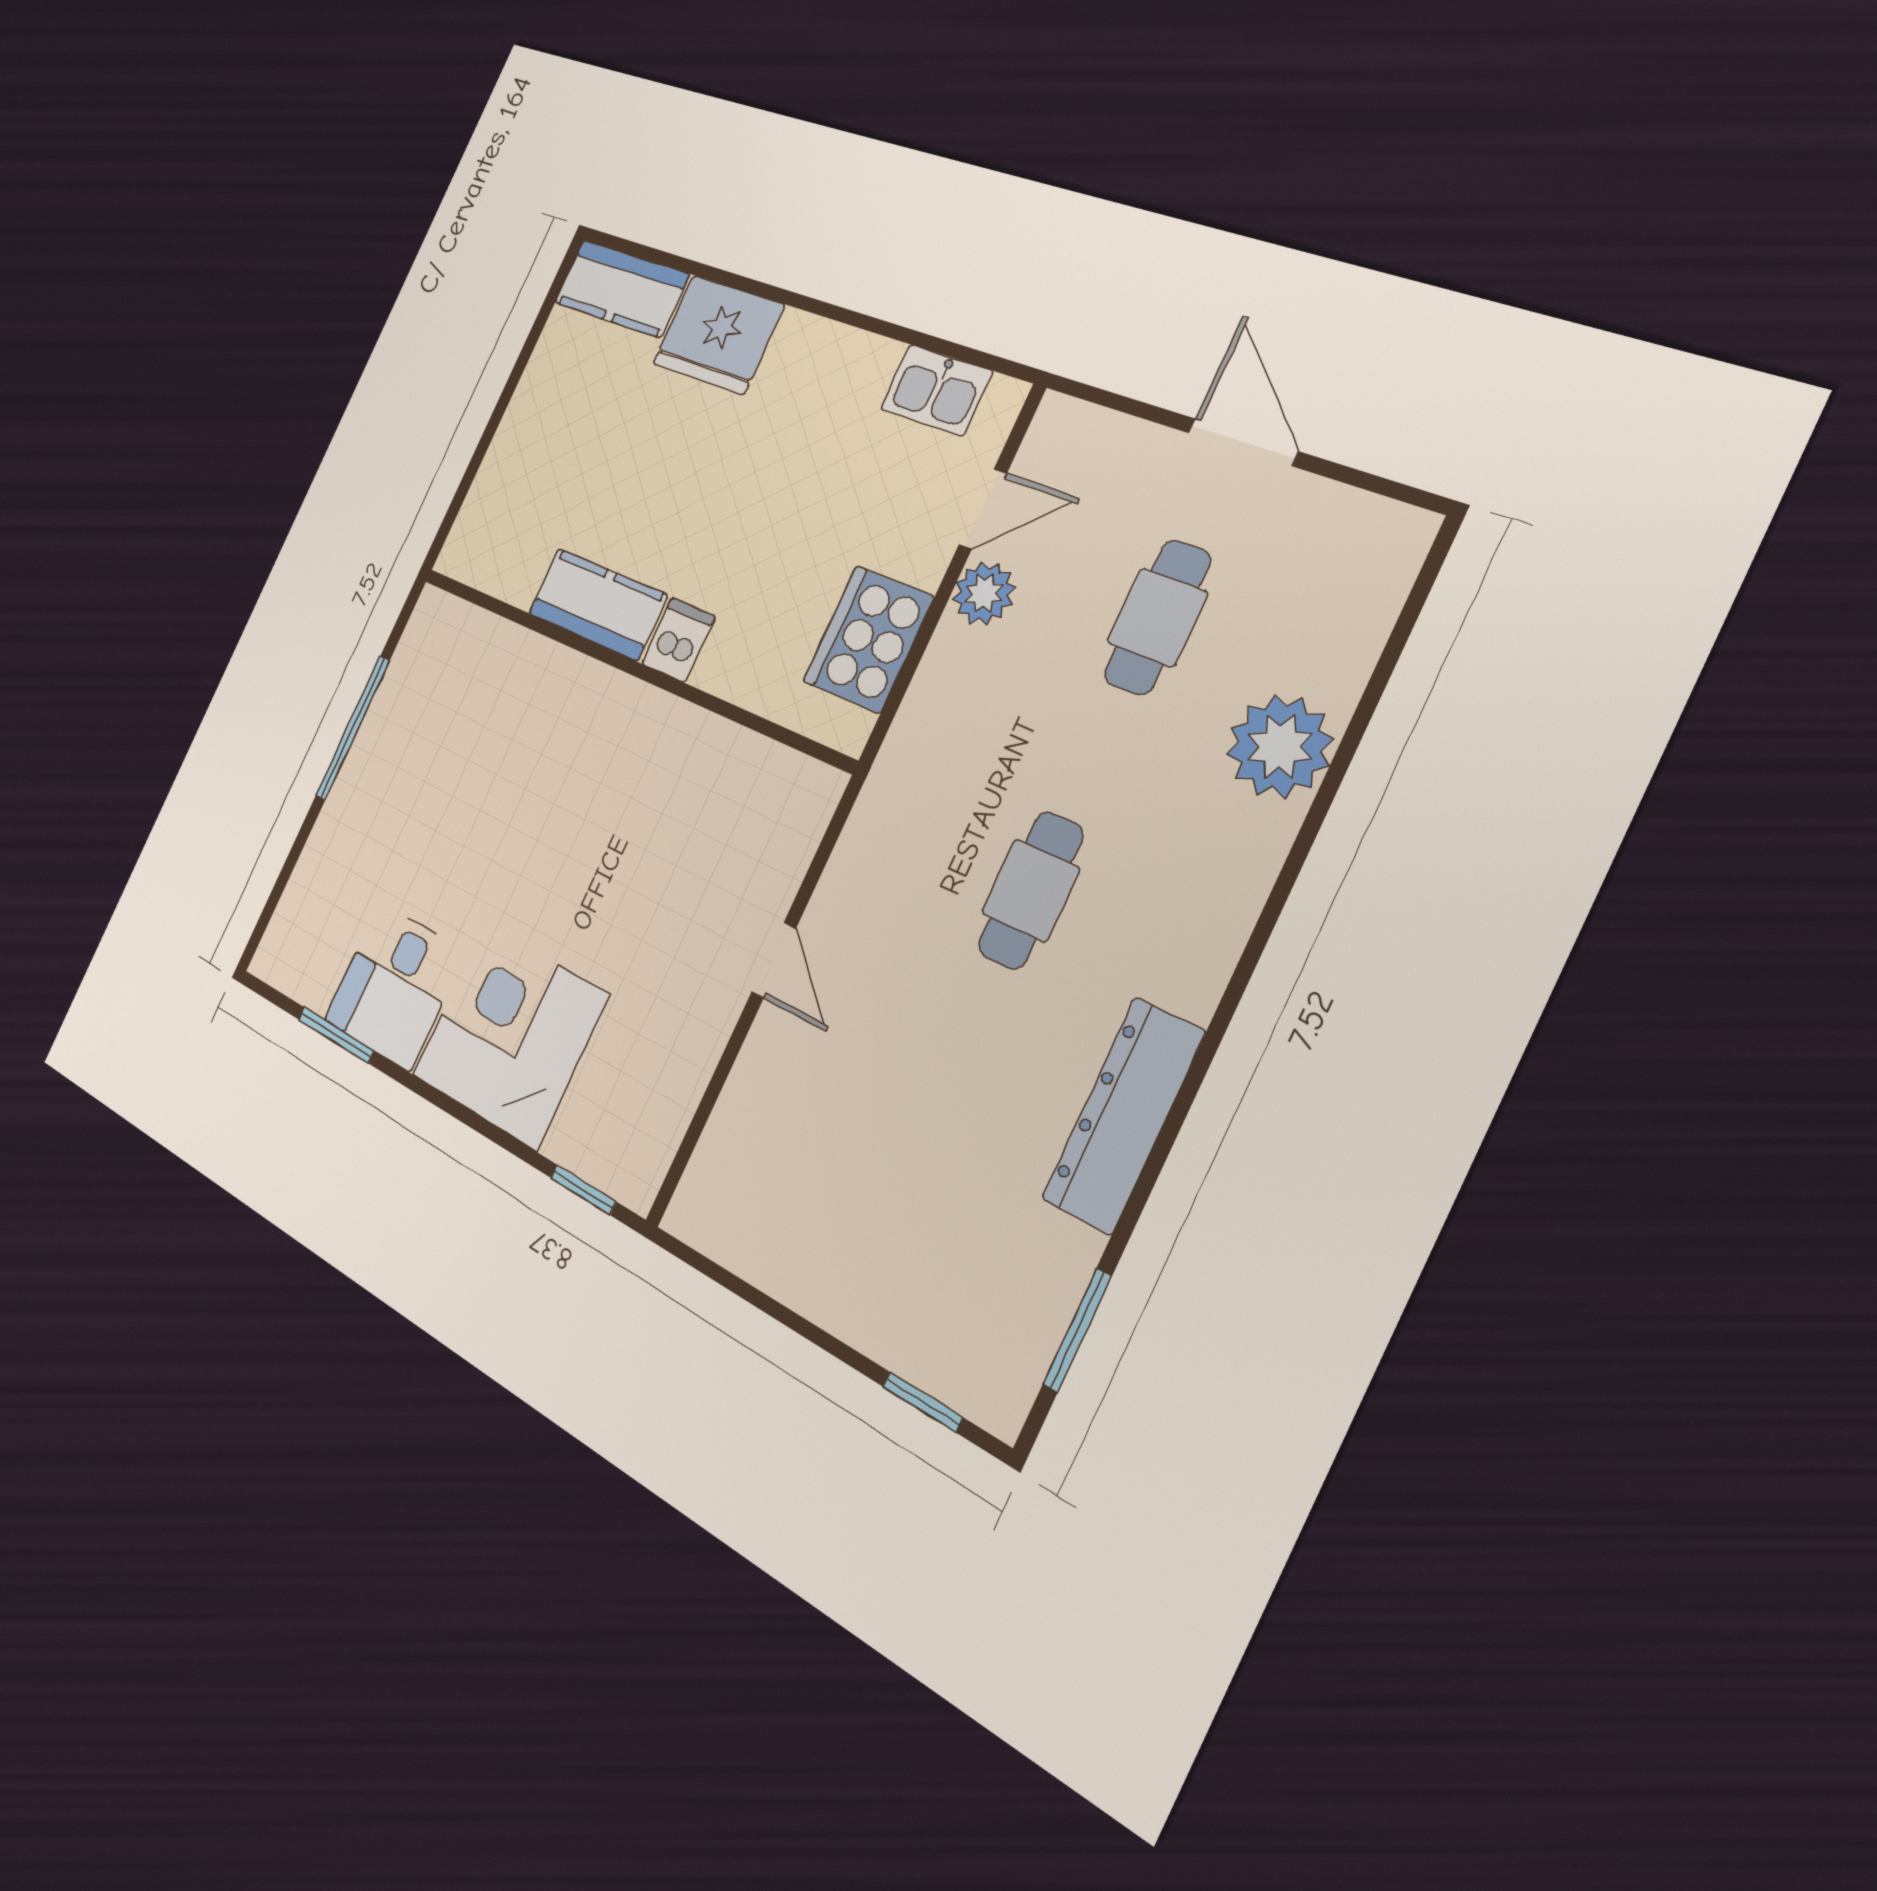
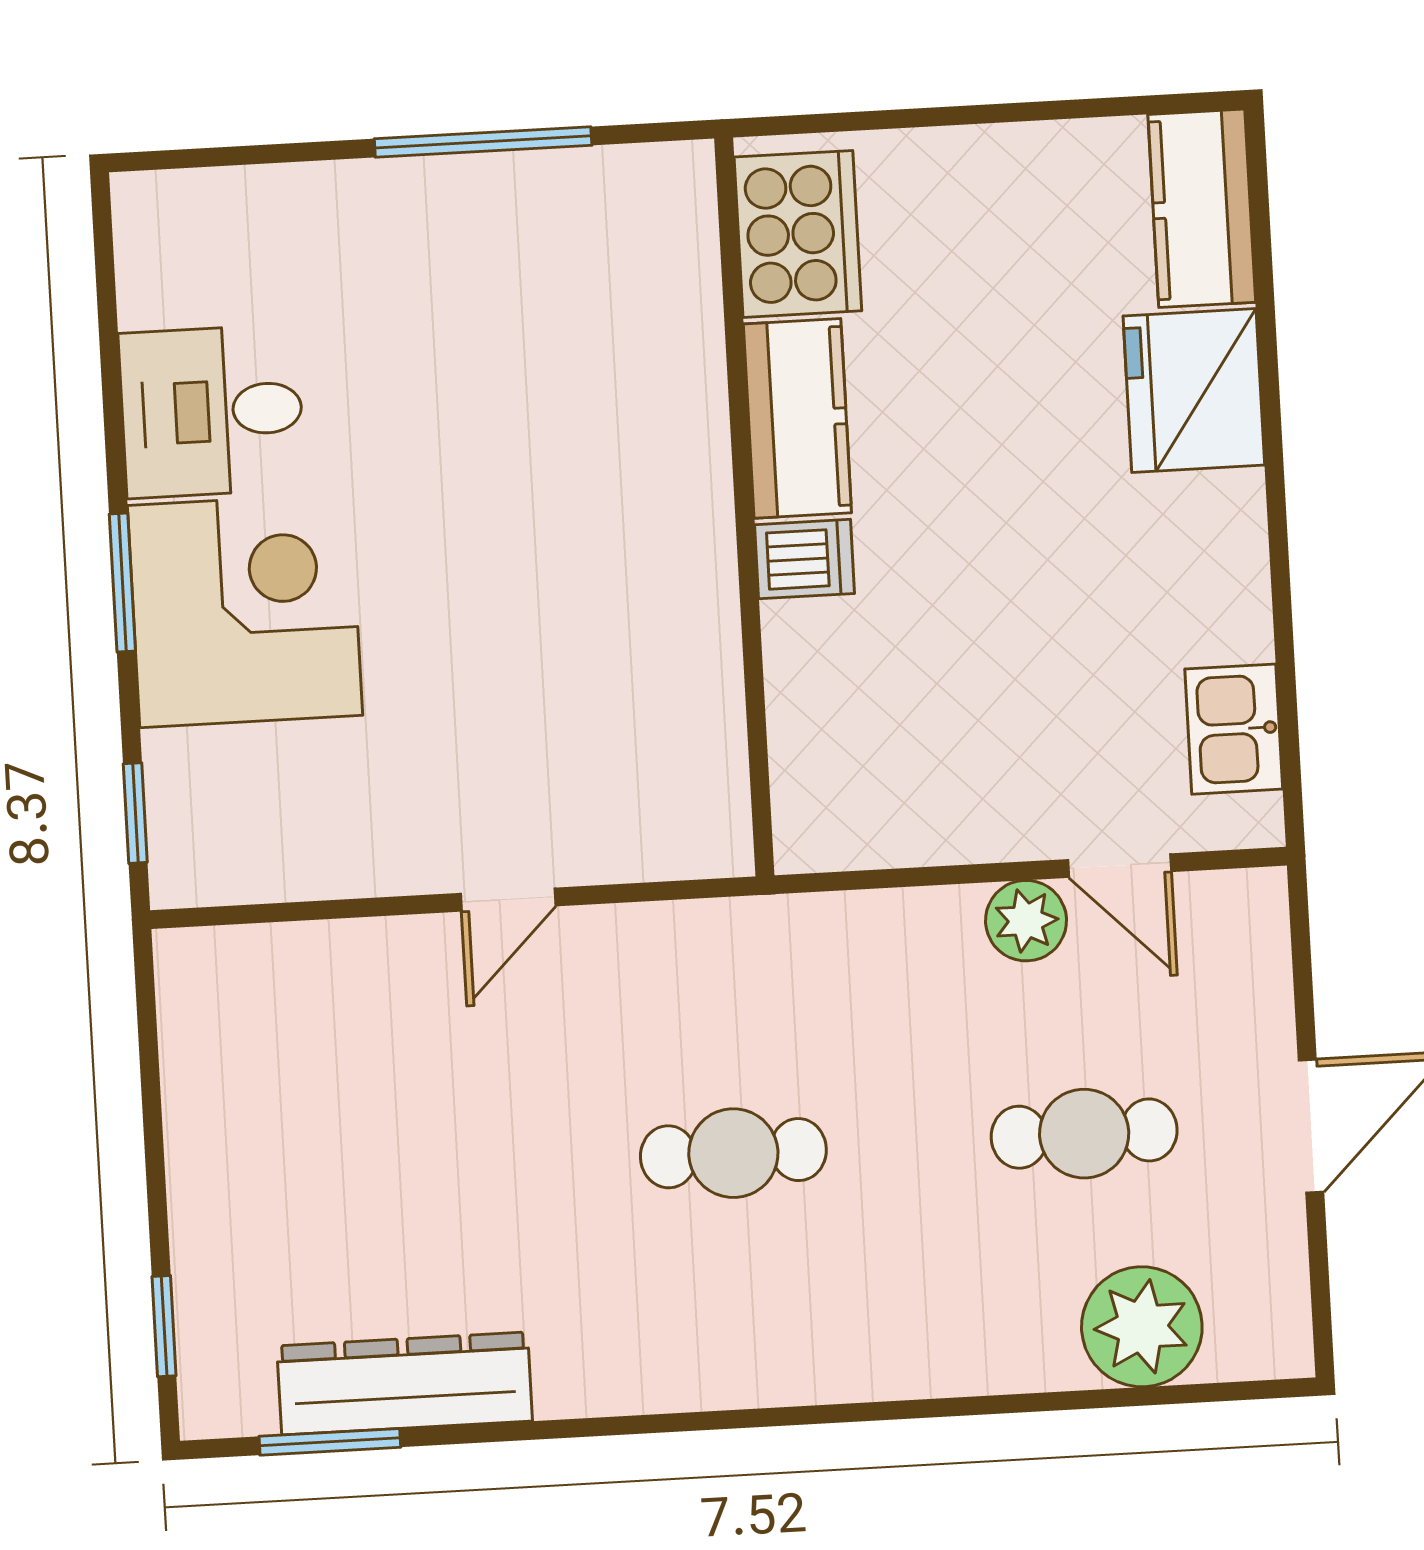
cooker: (868, 639) -> (798, 234), moved, turned 90
plant: (1280, 747) -> (1142, 1327), moved
window: (336, 1035) -> (122, 582), moved
dresser: (1123, 1116) -> (405, 1383), moved

